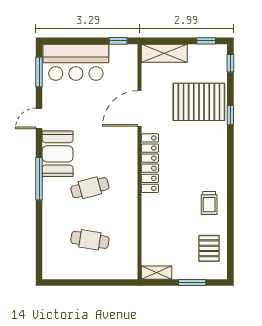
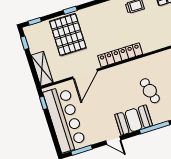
bar counter: (76, 62) -> (65, 119), width x1.36
door: (139, 108) -> (85, 74), hinge flipped

